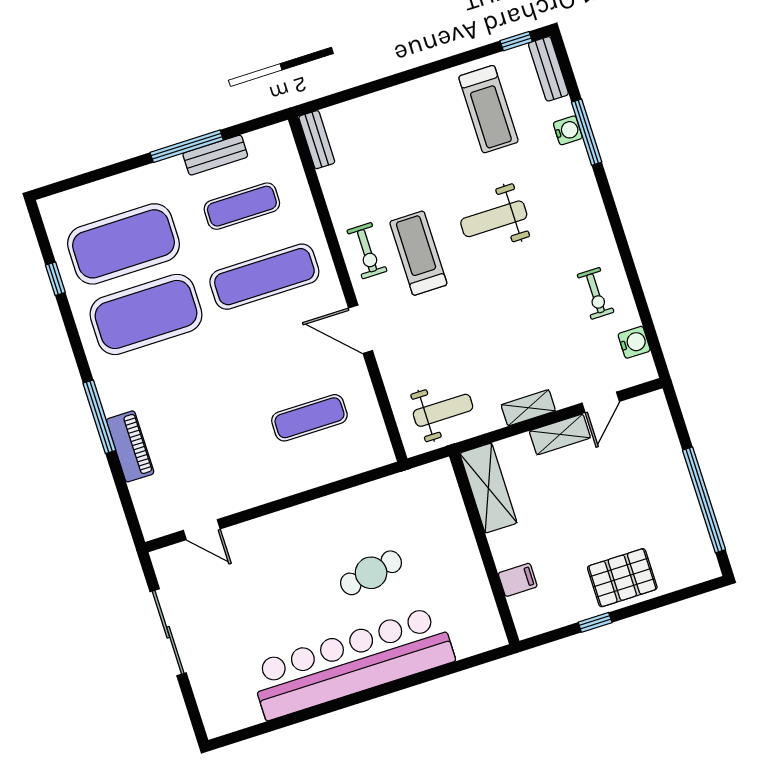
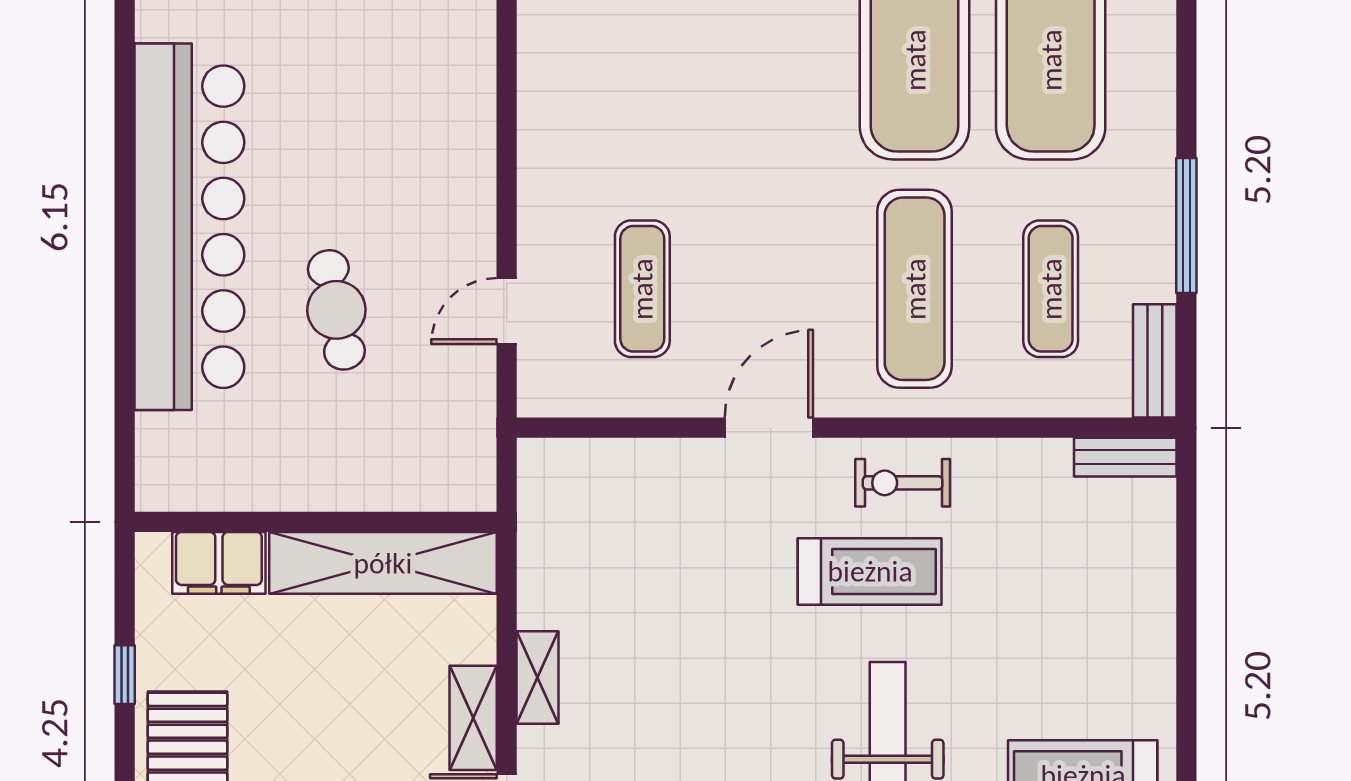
bench: (215, 155) -> (1155, 361), moved
weight bench: (443, 410) -> (581, 527), removed
shelving: (488, 488) -> (383, 563), width x1.47
door: (202, 530) -> (507, 311), moved
filing cabinet: (518, 580) -> (219, 563), width x2.00

